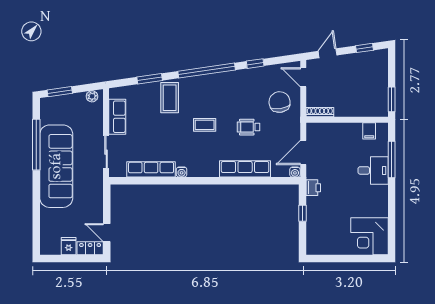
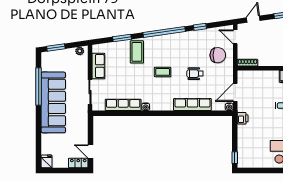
chair: (280, 102) -> (218, 55), turned 98
window: (302, 213) -> (235, 158), moved
fridge: (69, 246) -> (47, 161), moved

